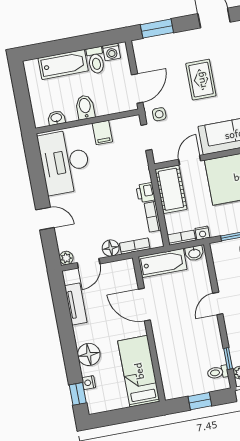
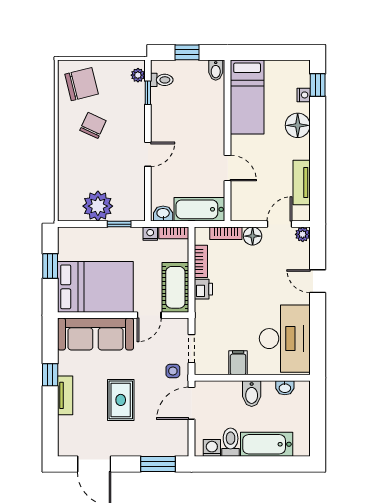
door: (144, 305) -> (228, 168), width x0.73
bidet: (171, 390) -> (216, 70), added

